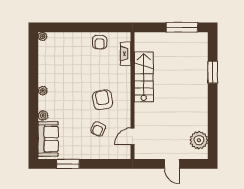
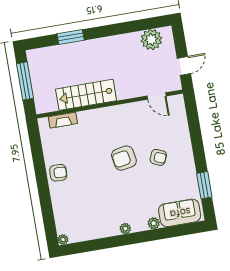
fireplace: (126, 54) -> (63, 120), moved
stairs: (144, 77) -> (86, 95), moved
wall: (133, 96) -> (110, 104), moved
door: (133, 136) -> (157, 96), moved

